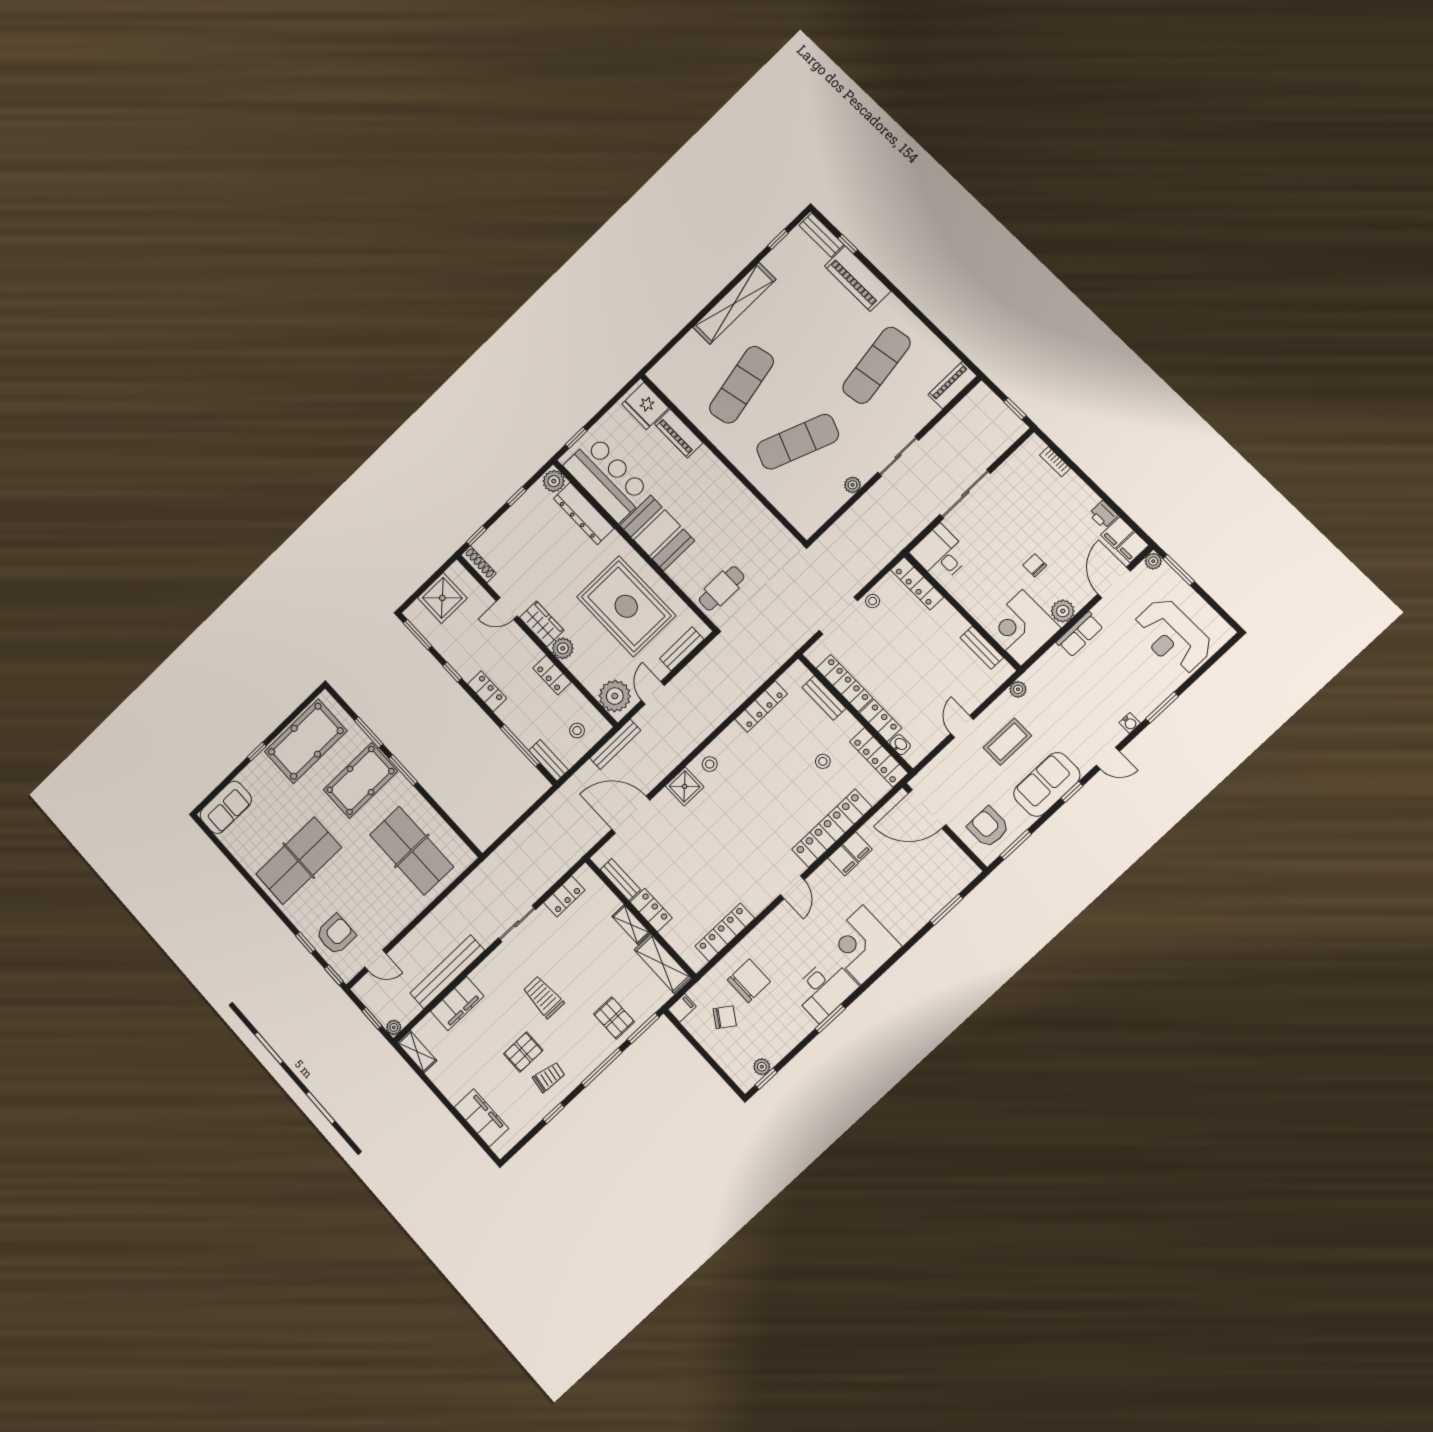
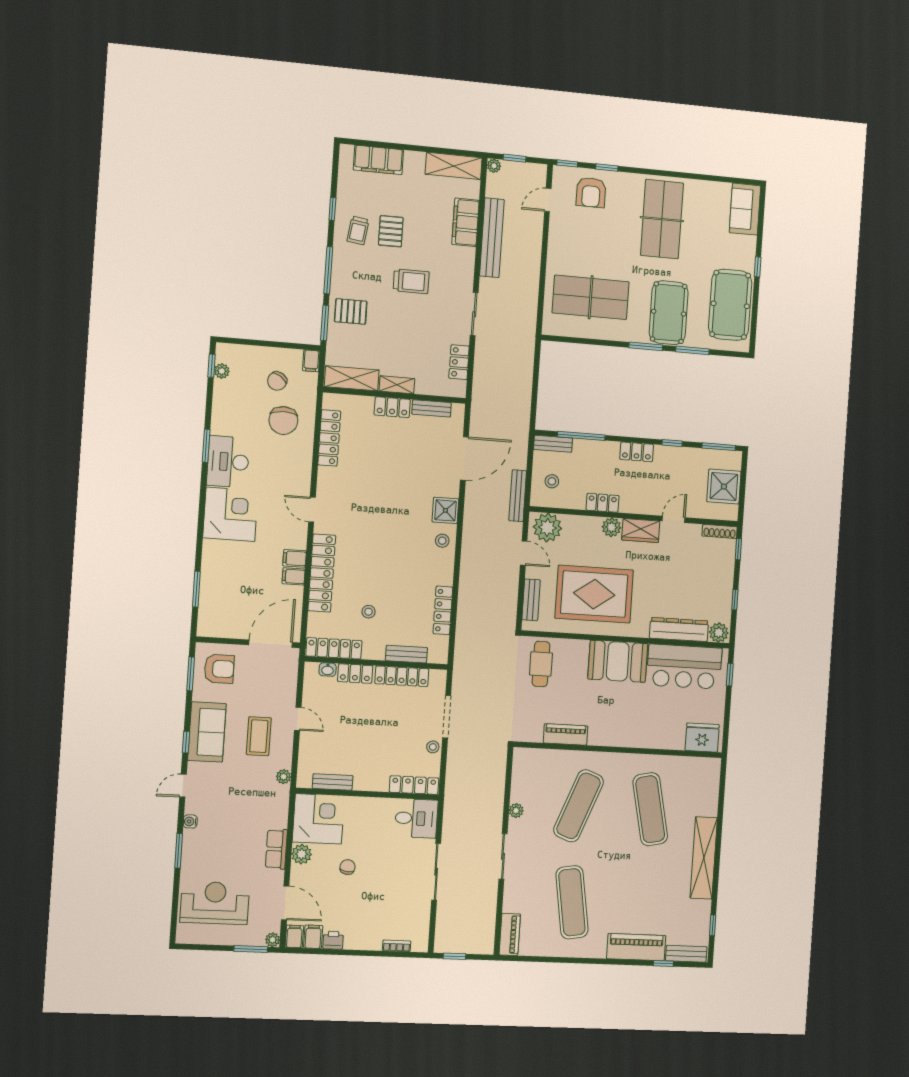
piano: (679, 433) -> (566, 734), moved
chair: (1035, 565) -> (348, 867), turned -82
shelving: (417, 1052) -> (454, 166), width x1.50, depth x1.33

